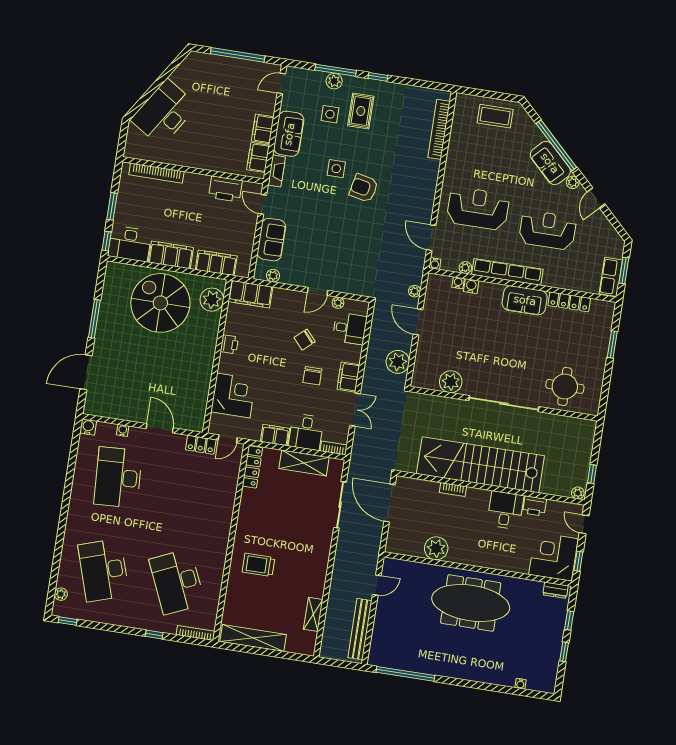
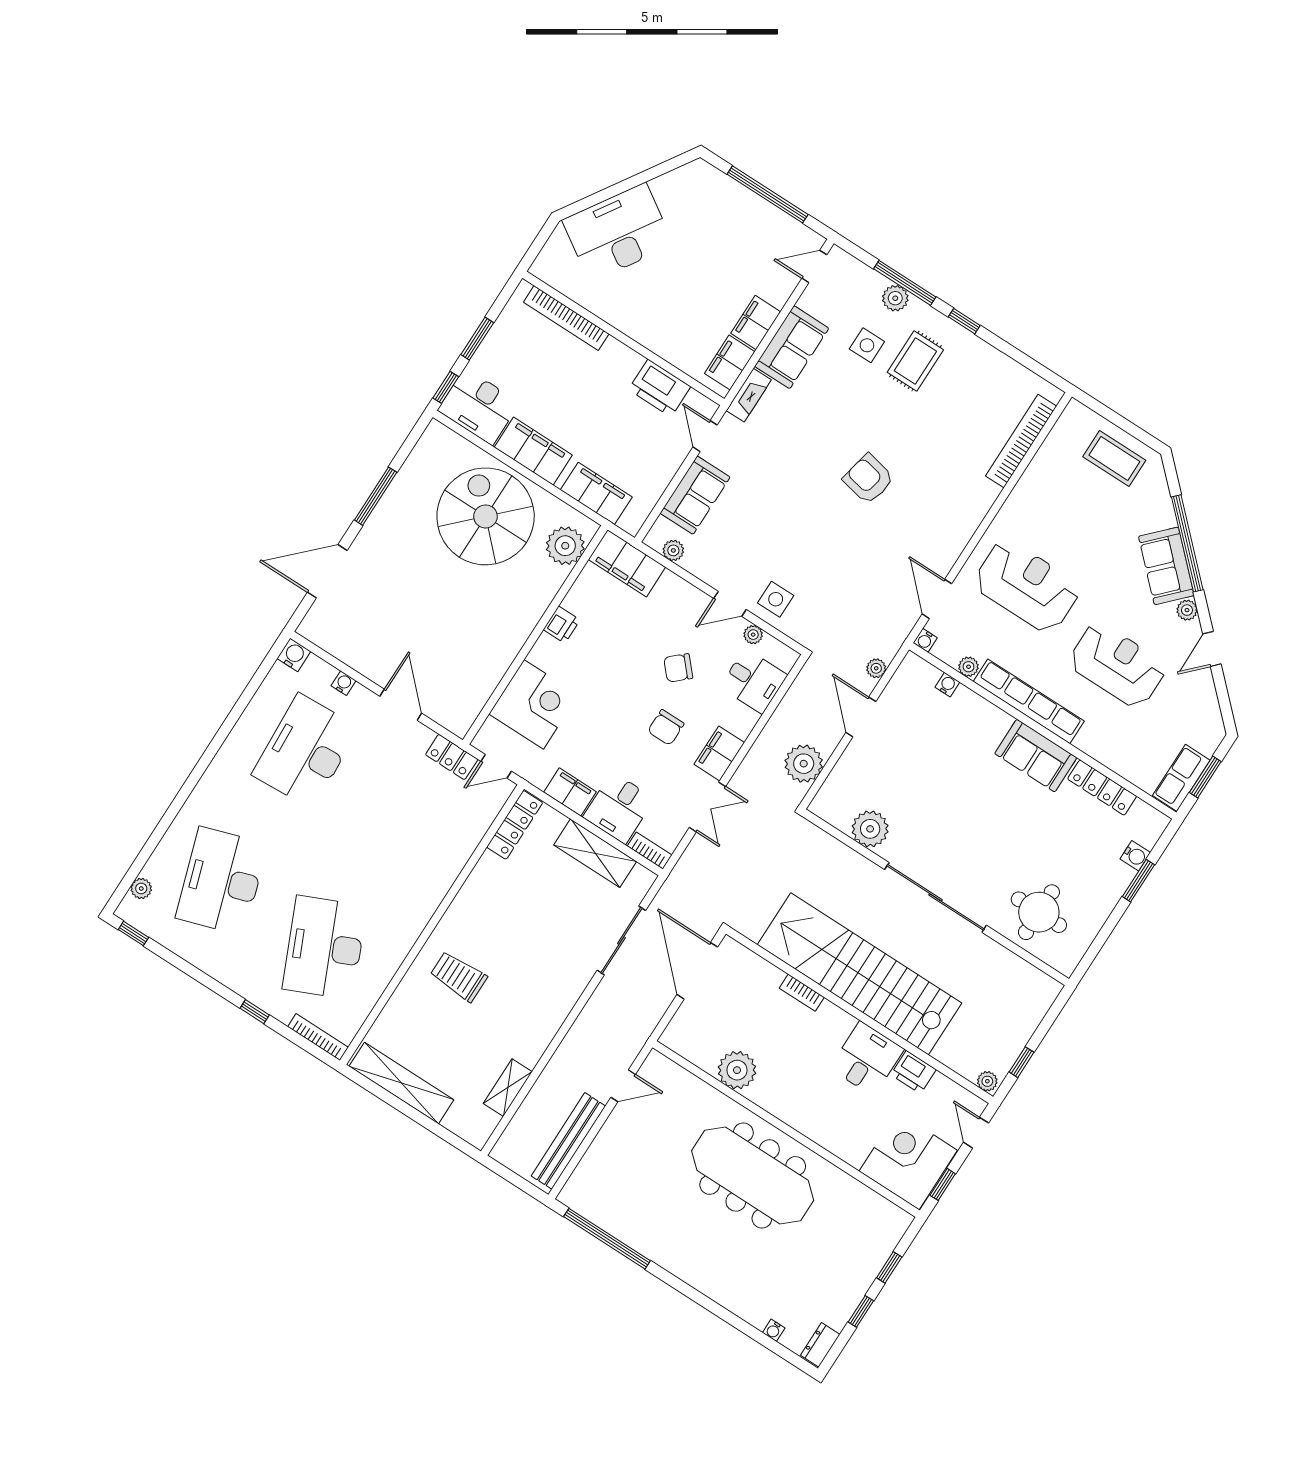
side table: (336, 169) -> (776, 599), moved
water cooler: (471, 286) -> (1135, 856), moved, turned 90
dresser: (555, 590) -> (820, 1345), moved, turned 90

